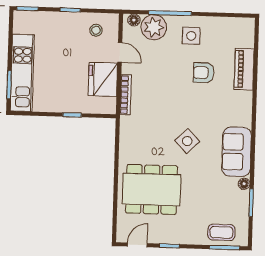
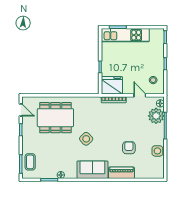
side table: (191, 36) -> (157, 151), moved
door: (120, 52) -> (140, 95), swing flipped
piano: (244, 69) -> (121, 173), moved
fridge: (103, 79) -> (112, 85), moved
sofa: (237, 152) -> (92, 170), moved
dining table: (152, 189) -> (55, 118), turned 90

